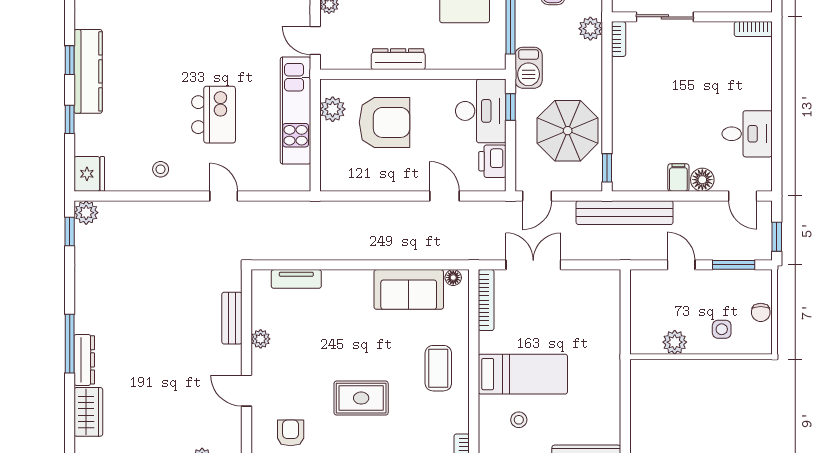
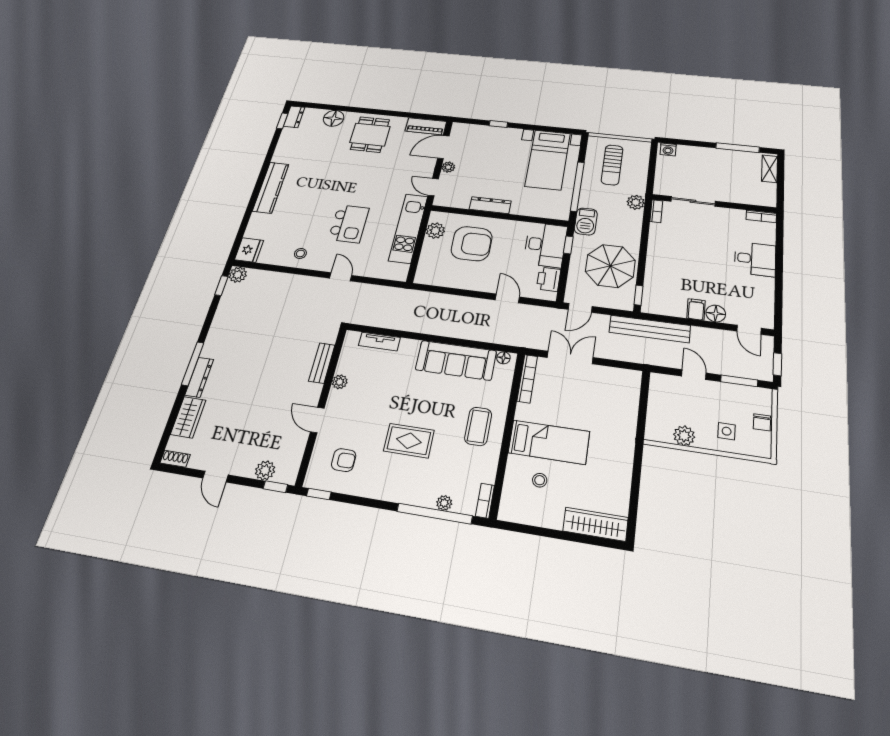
window: (70, 60) -> (261, 180), removed
window: (70, 119) -> (248, 215), removed
desk: (747, 134) -> (755, 259), moved
sofa: (409, 289) -> (456, 360), width x1.36
armchair: (291, 433) -> (344, 460), turned 90

